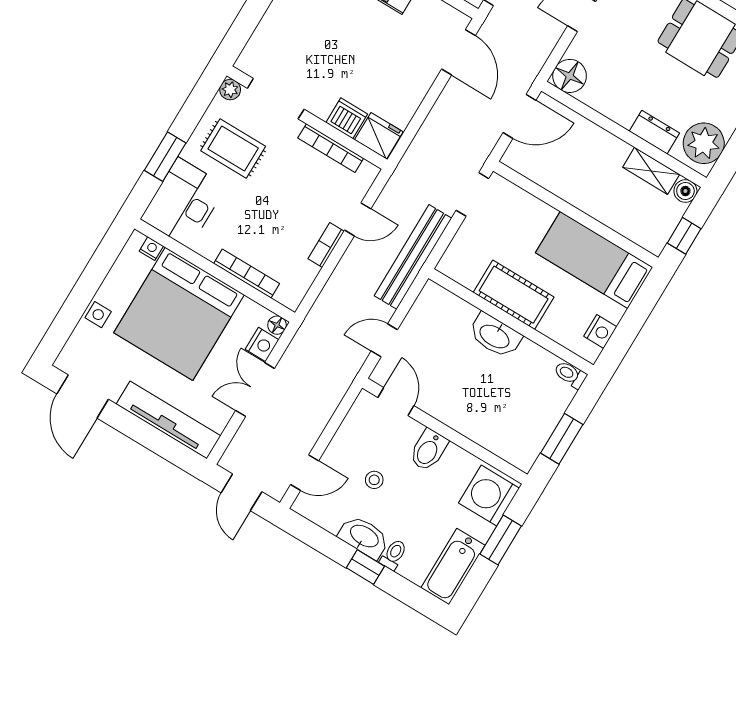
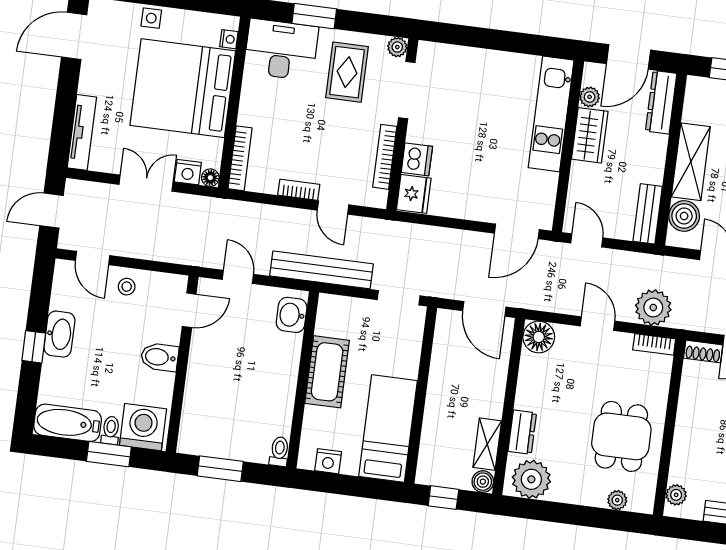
bookcase: (247, 274) -> (240, 158), moved
washbasin: (495, 336) -> (292, 315), moved, width x0.72
tv unit: (169, 420) -> (82, 132), width x0.73, depth x0.78
stool: (374, 480) -> (127, 287), moved
toilet: (394, 555) -> (111, 430), moved, turned -90

